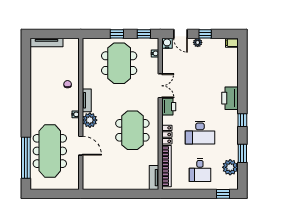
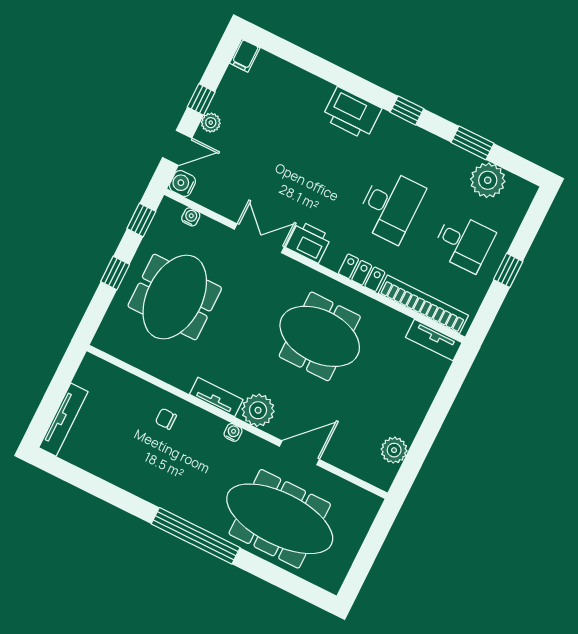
meeting table: (119, 63) -> (175, 297), turned 90
window: (26, 158) -> (196, 536), moved
plant: (101, 184) -> (394, 450), added
window: (223, 194) -> (508, 270), moved

